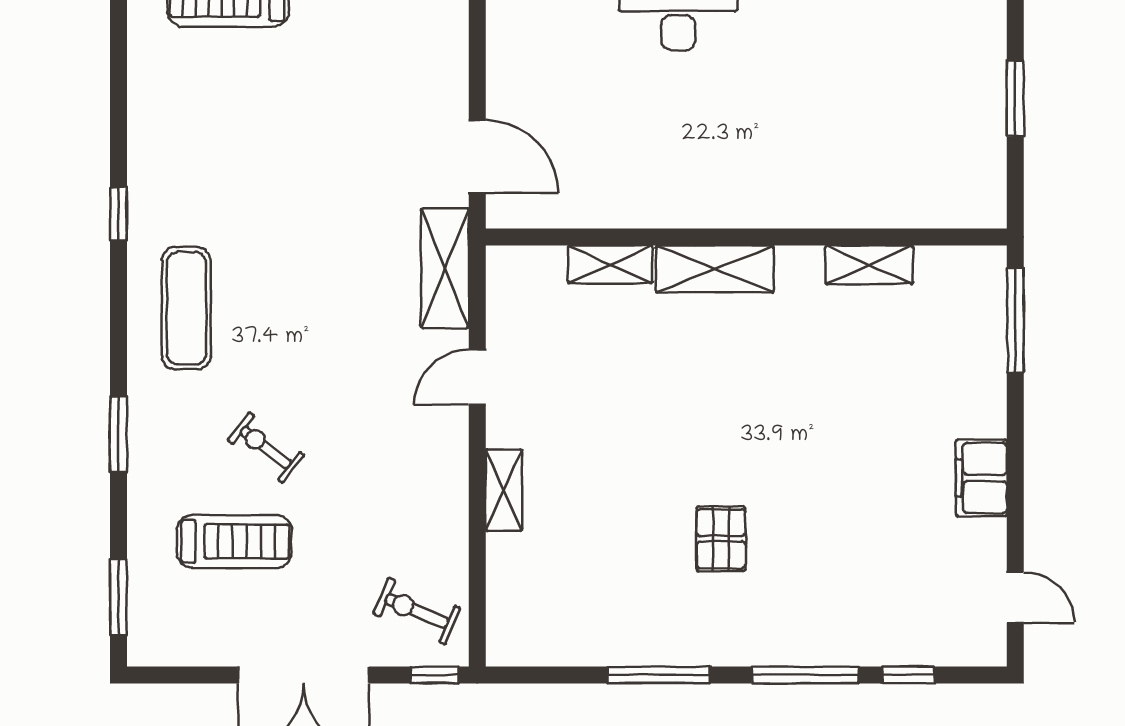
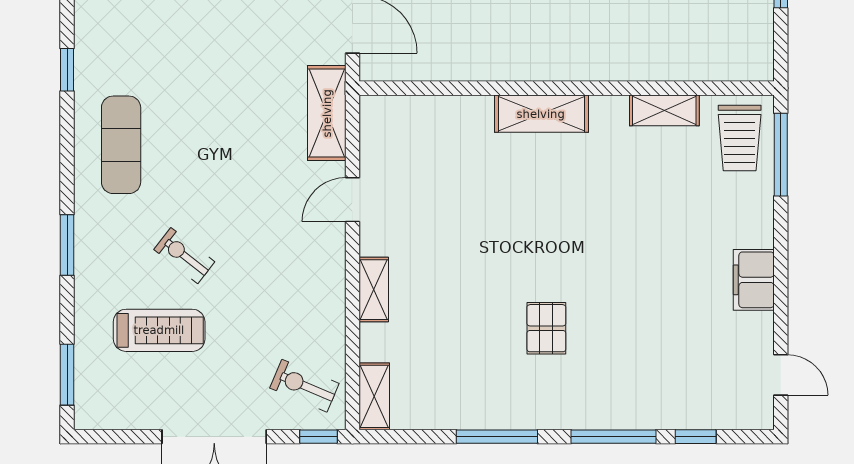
shelving: (610, 264) -> (374, 396), moved, turned 90
trolley: (964, 300) -> (740, 138), added

